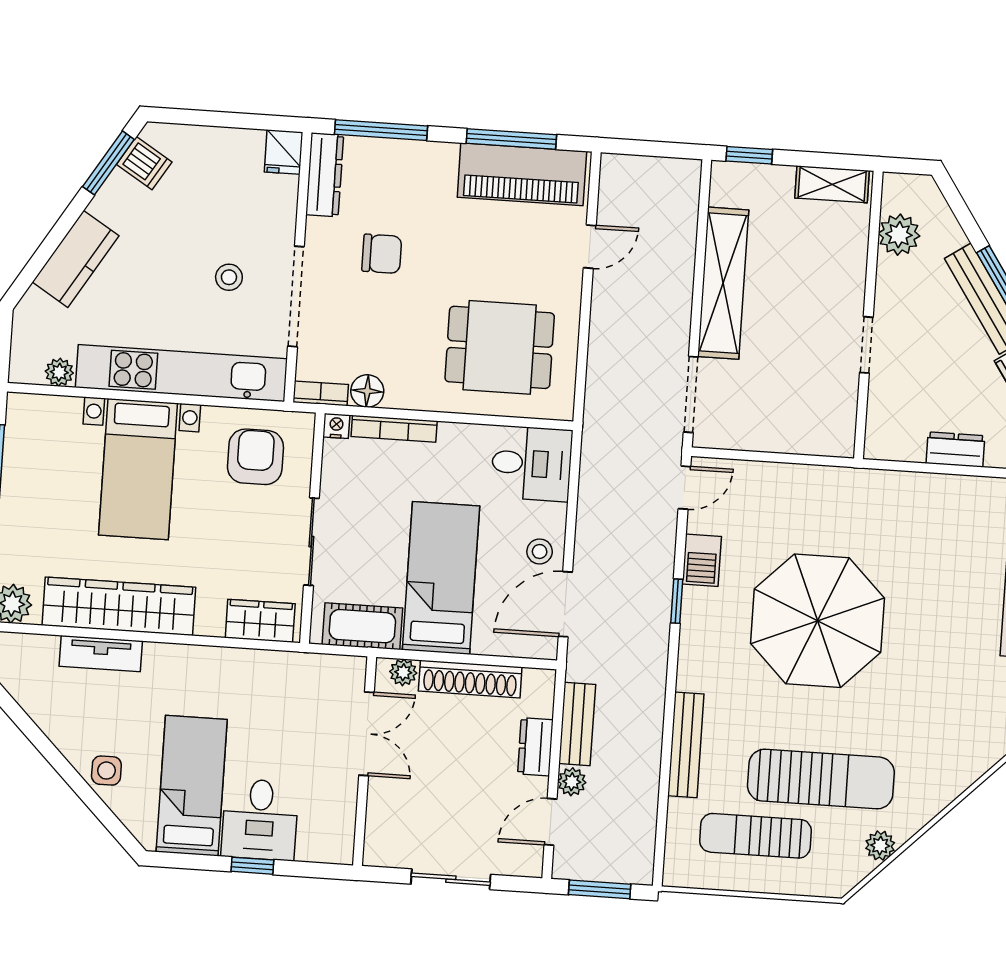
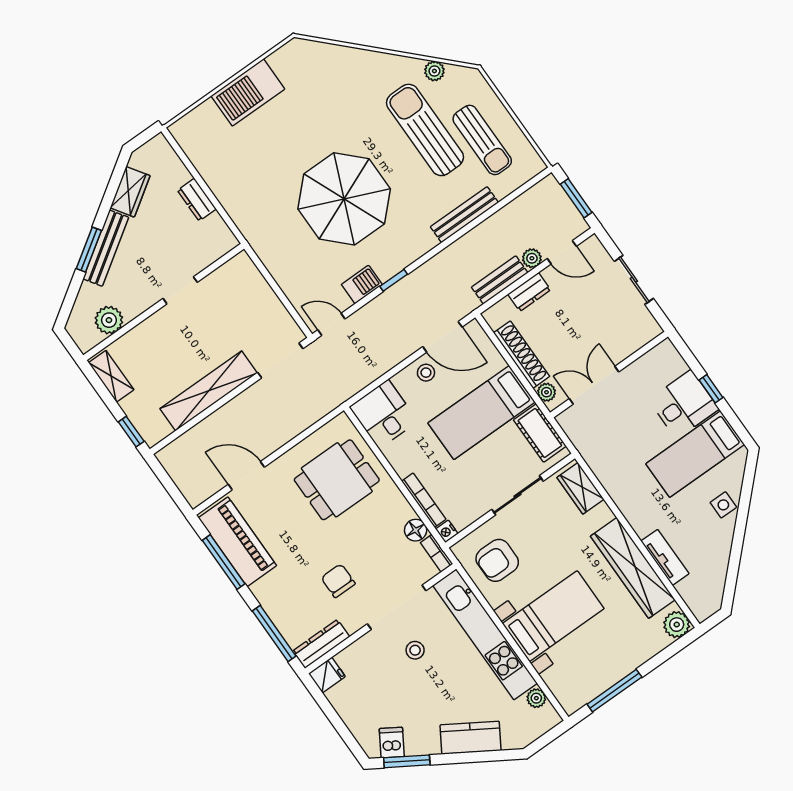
door: (590, 247) -> (246, 476), width x1.38
dining table: (500, 347) -> (337, 480), turned 90

